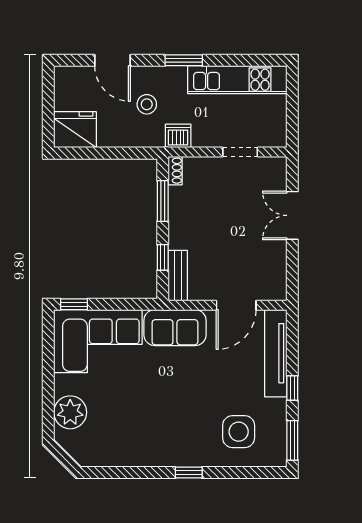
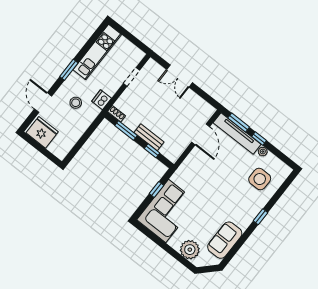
door: (113, 60) -> (43, 103), swing flipped
fridge: (75, 130) -> (42, 132), moved, turned 90
bench: (178, 276) -> (149, 137), moved
window: (74, 304) -> (156, 189), moved
sofa: (175, 328) -> (225, 240), moved, turned 180
plant: (279, 407) -> (263, 152), added
window: (292, 440) -> (239, 122), moved

